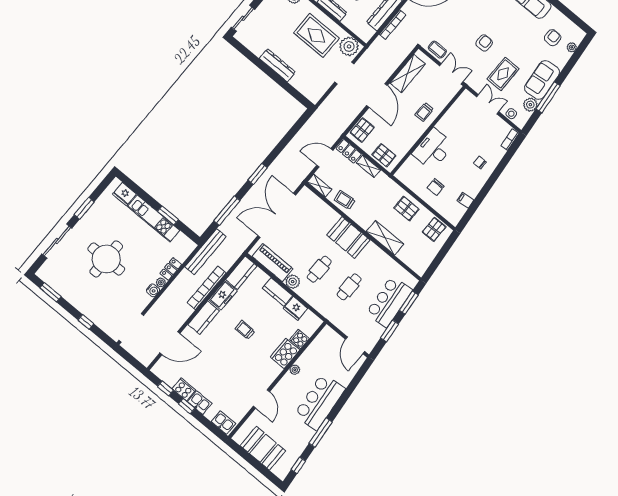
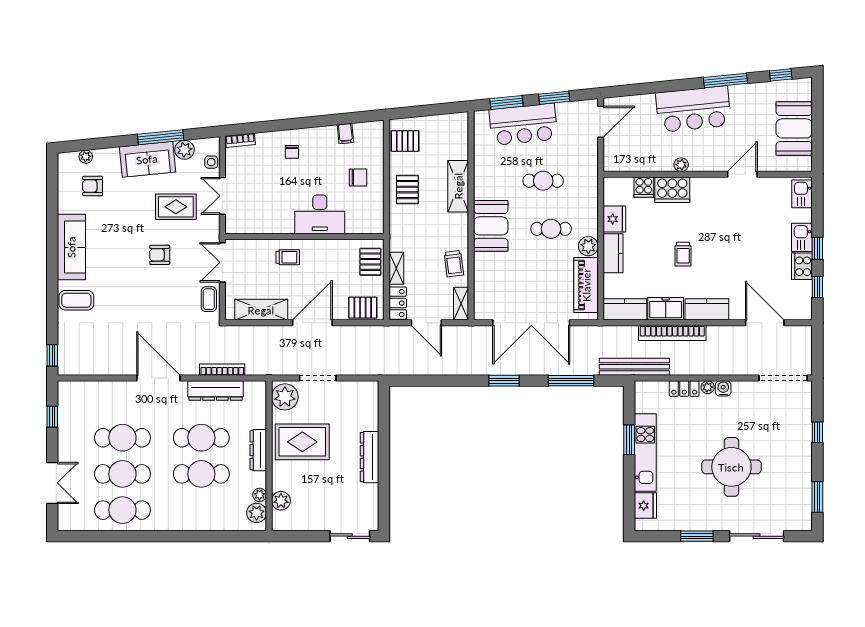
rug: (316, 35) -> (302, 442), turned 90

